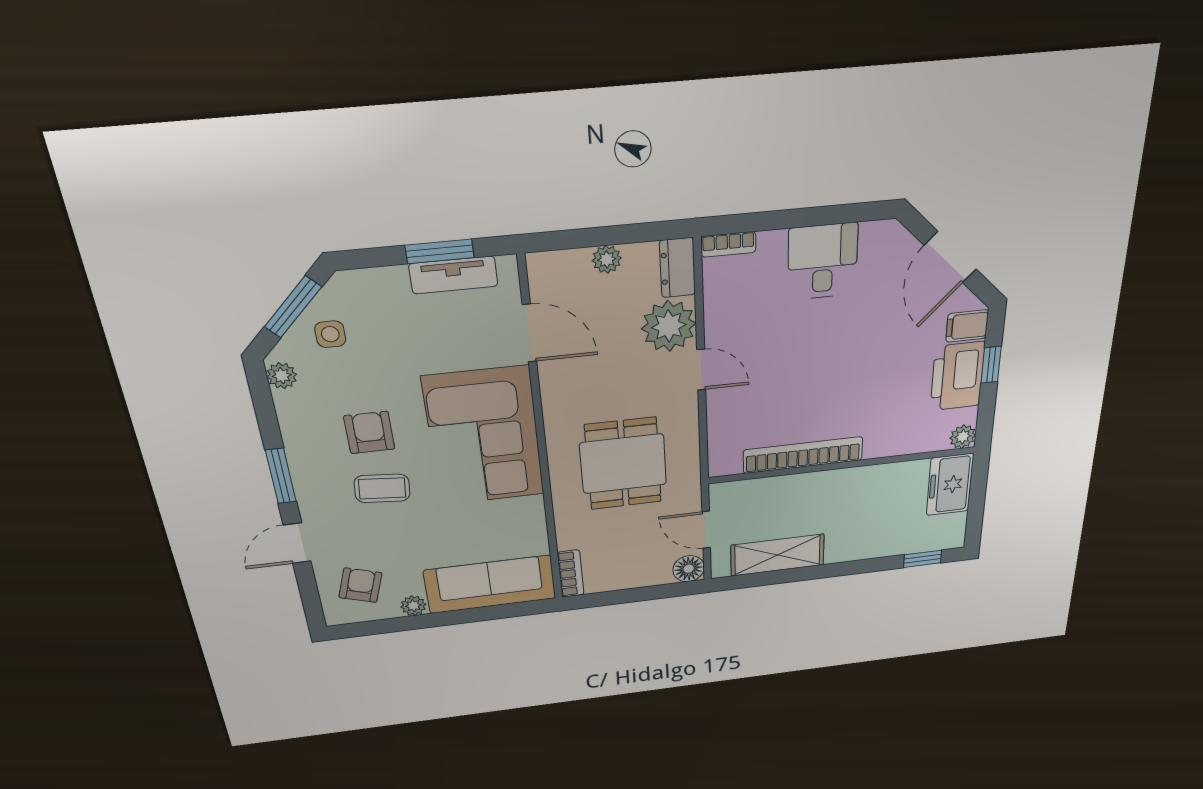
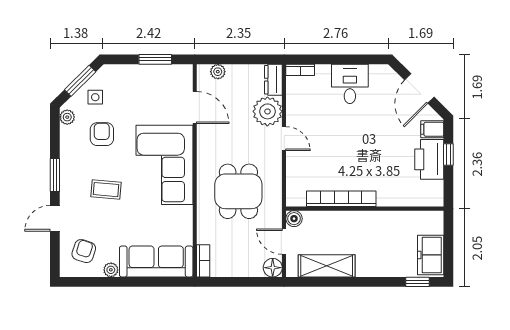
plant: (607, 259) -> (218, 72), moved
tv unit: (453, 275) -> (160, 72), removed
armchair: (369, 432) -> (102, 134), moved
plant: (963, 437) -> (436, 199), removed
freezer: (950, 485) -> (431, 255), moved
boiler: (722, 494) -> (294, 219), added

